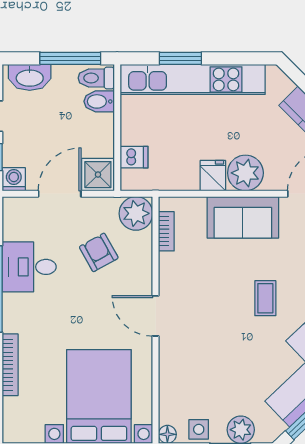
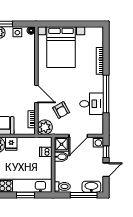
window: (70, 58) -> (84, 195), moved
bidet: (99, 101) -> (61, 157), moved
door: (156, 316) -> (36, 94), moved

